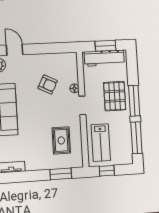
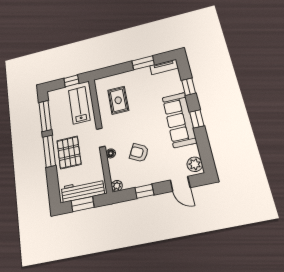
window: (48, 48) -> (144, 191), added
plant: (72, 57) -> (117, 186), added
window: (61, 174) -> (143, 63), moved

